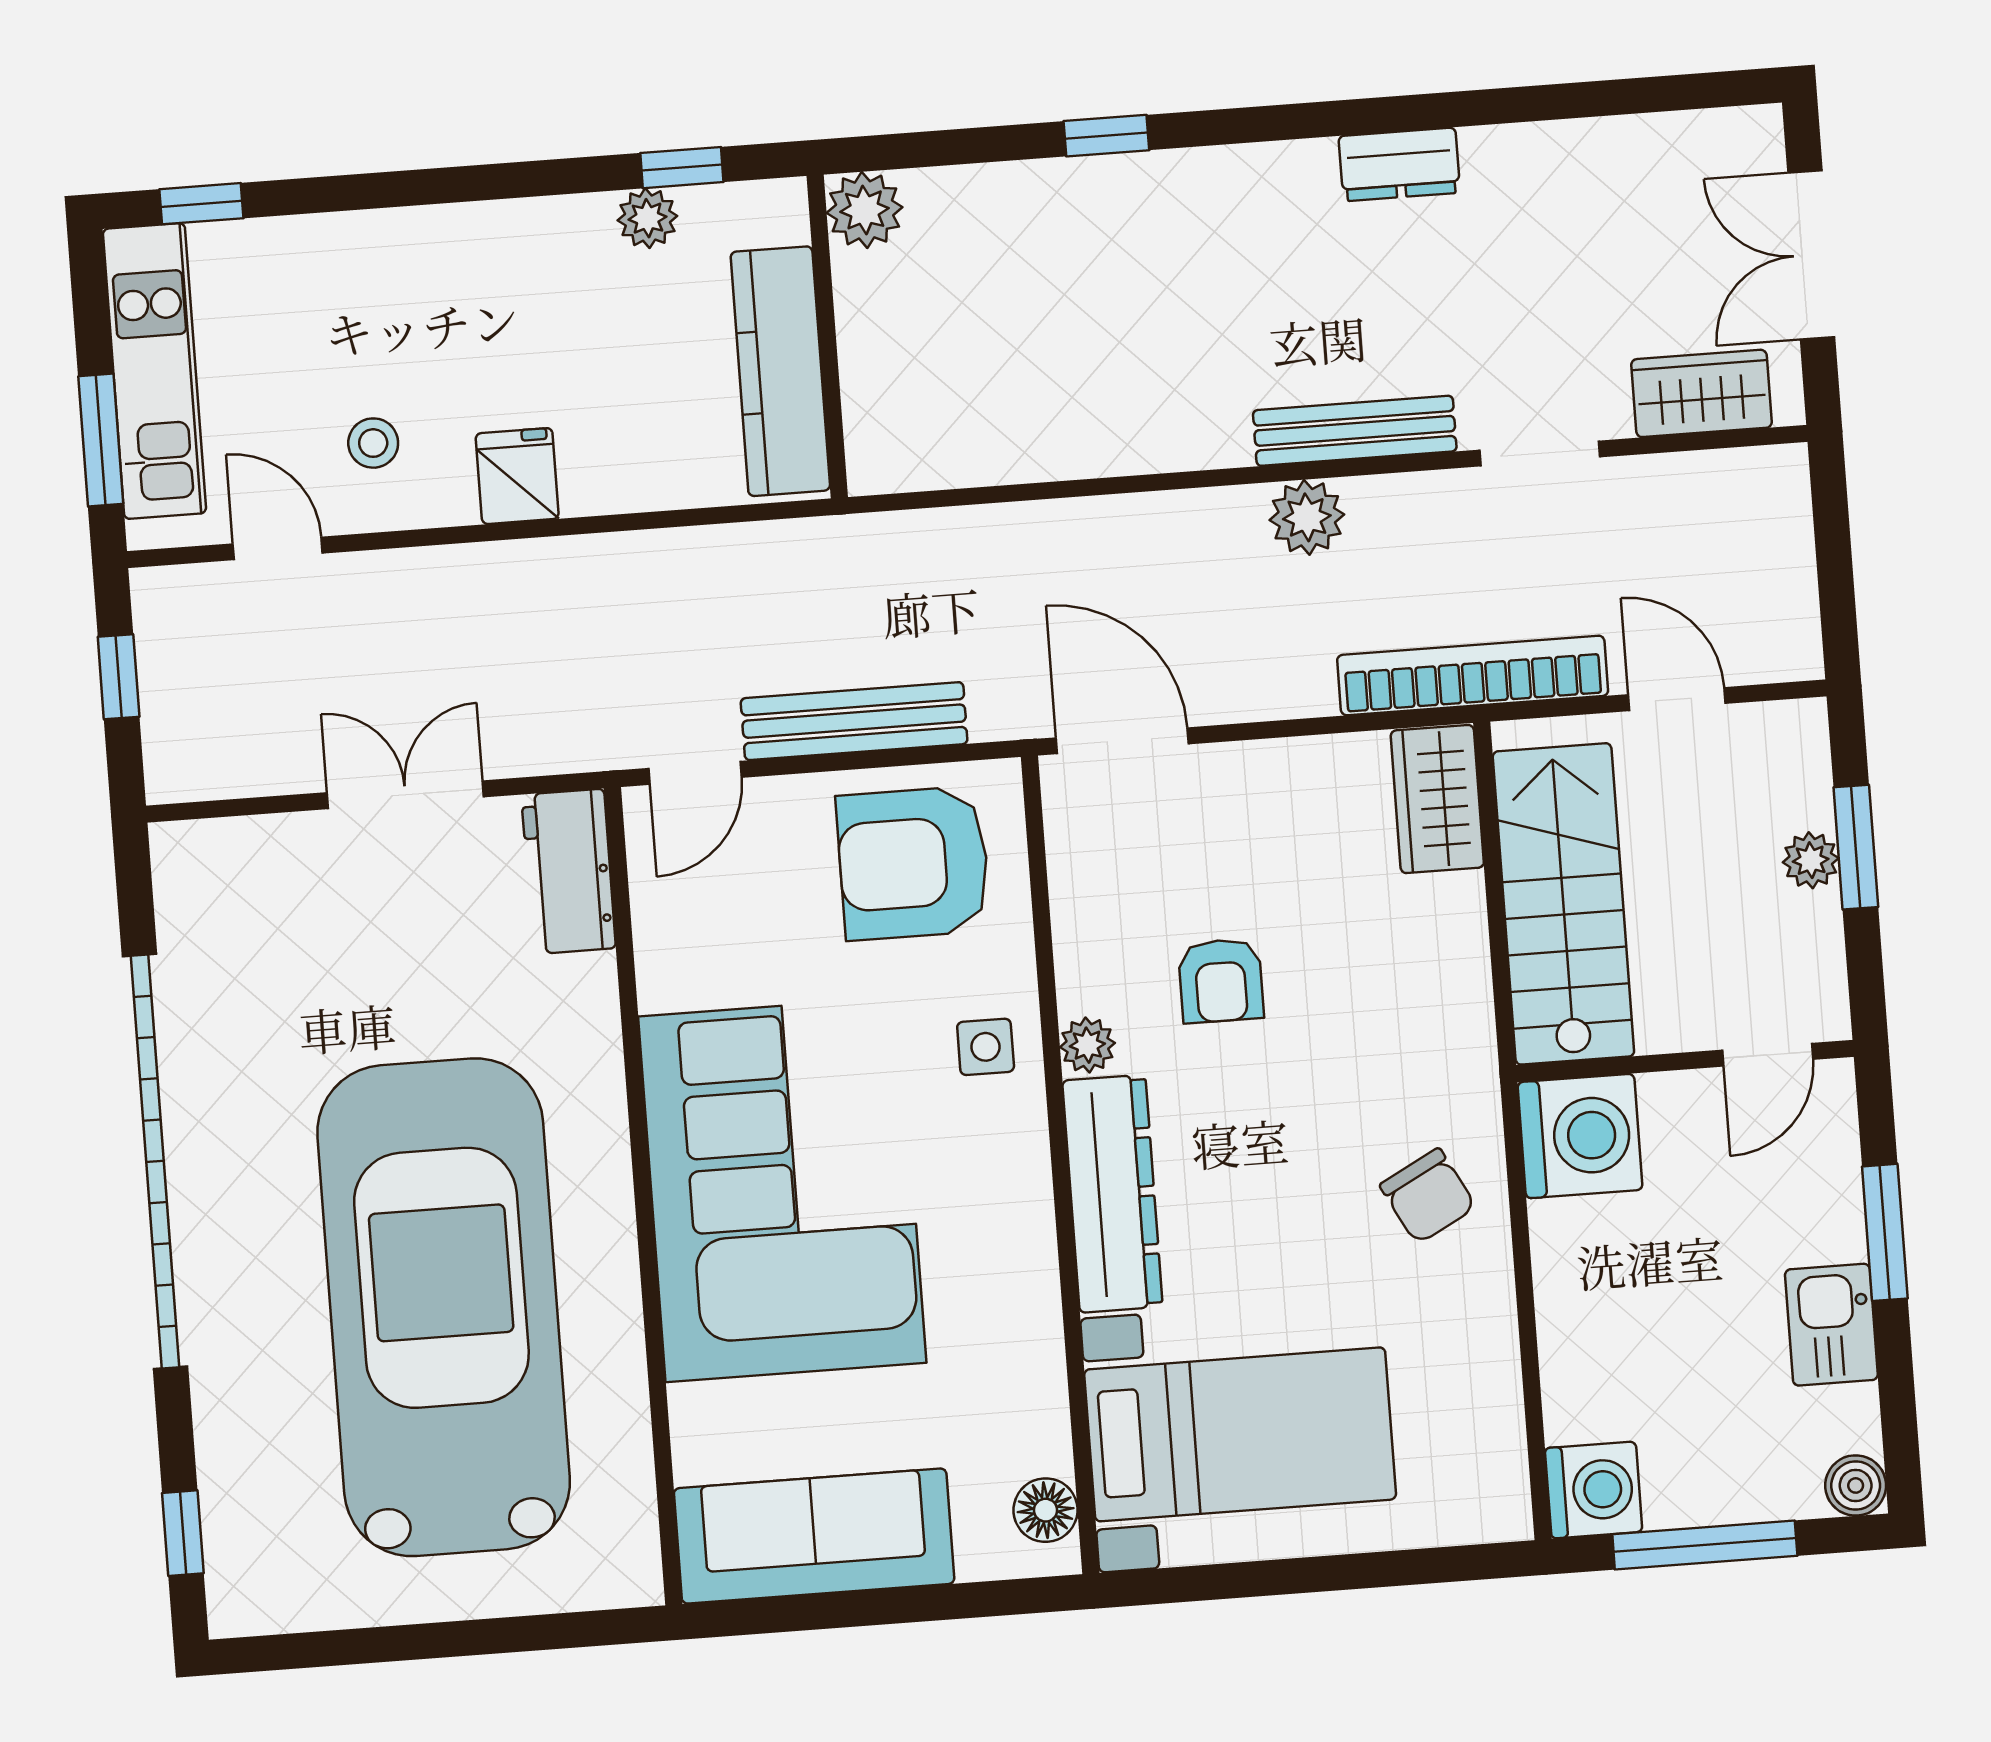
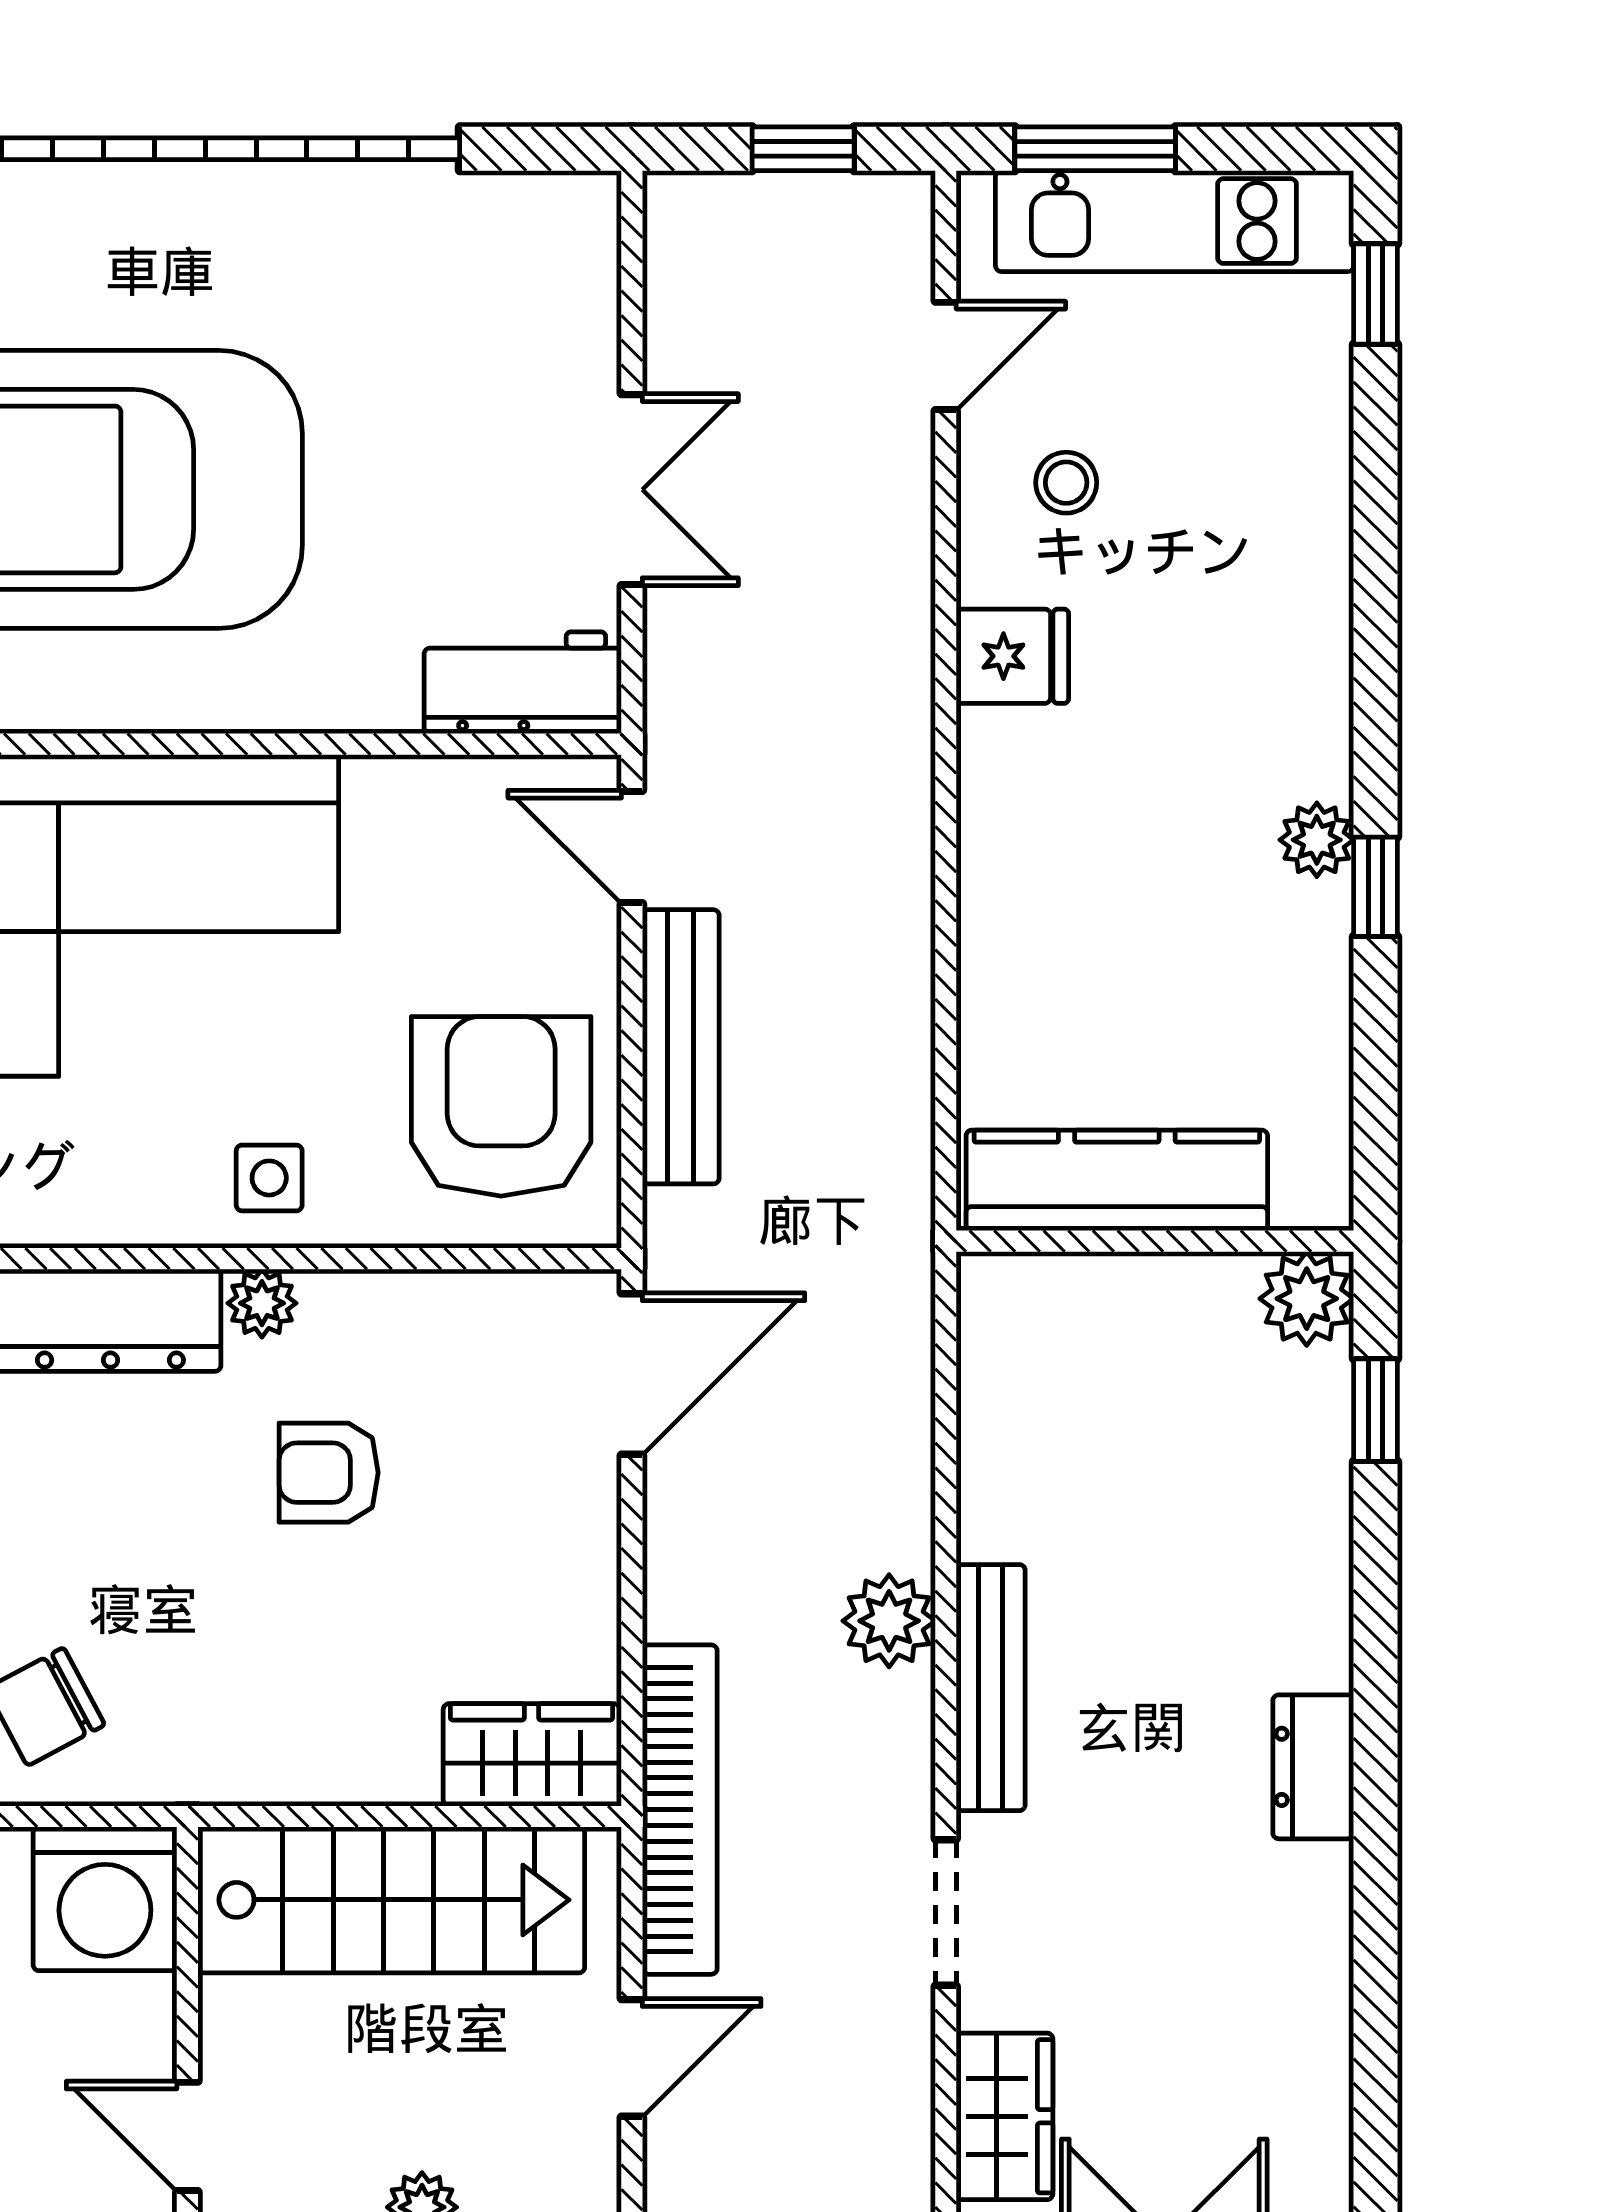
plant: (865, 210) -> (1307, 1299), moved
wall: (827, 336) -> (1155, 1241), moved
kitchen counter: (780, 371) -> (1117, 1180), moved

